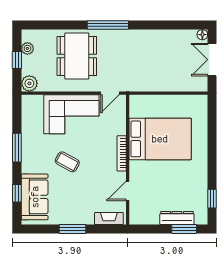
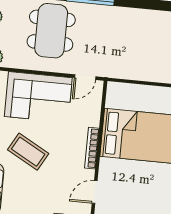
coffee table: (67, 162) -> (28, 152), width x1.36, depth x1.30

